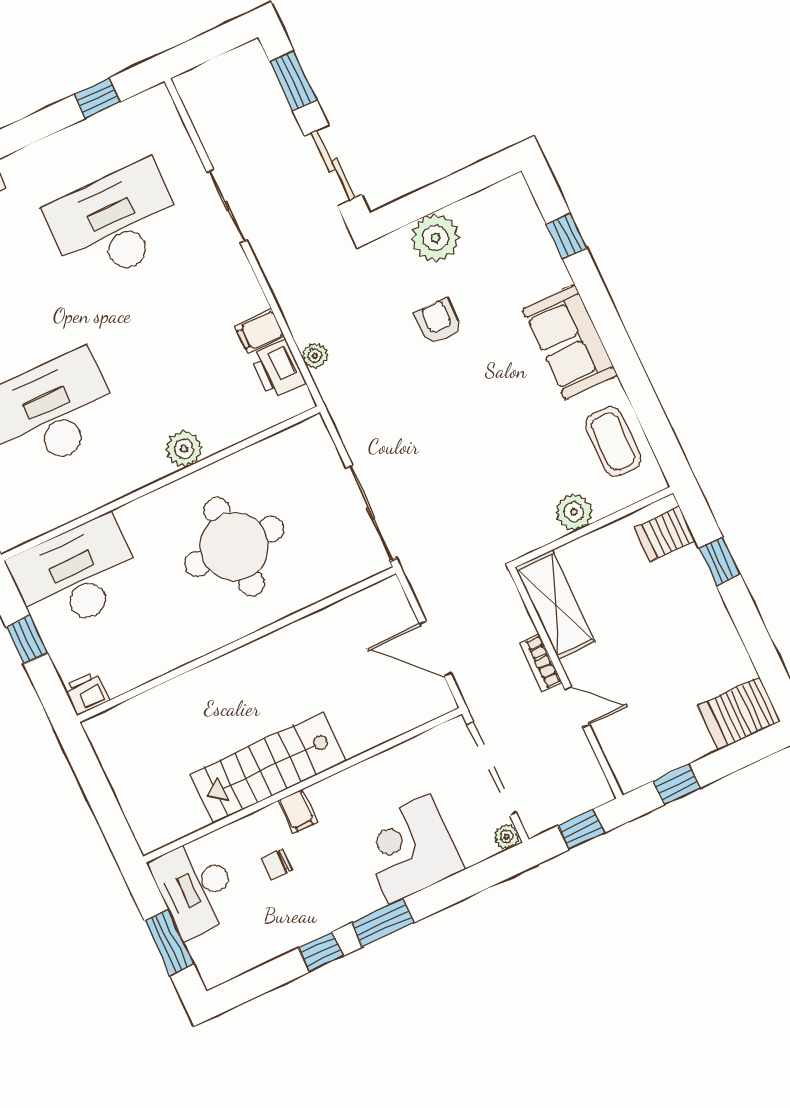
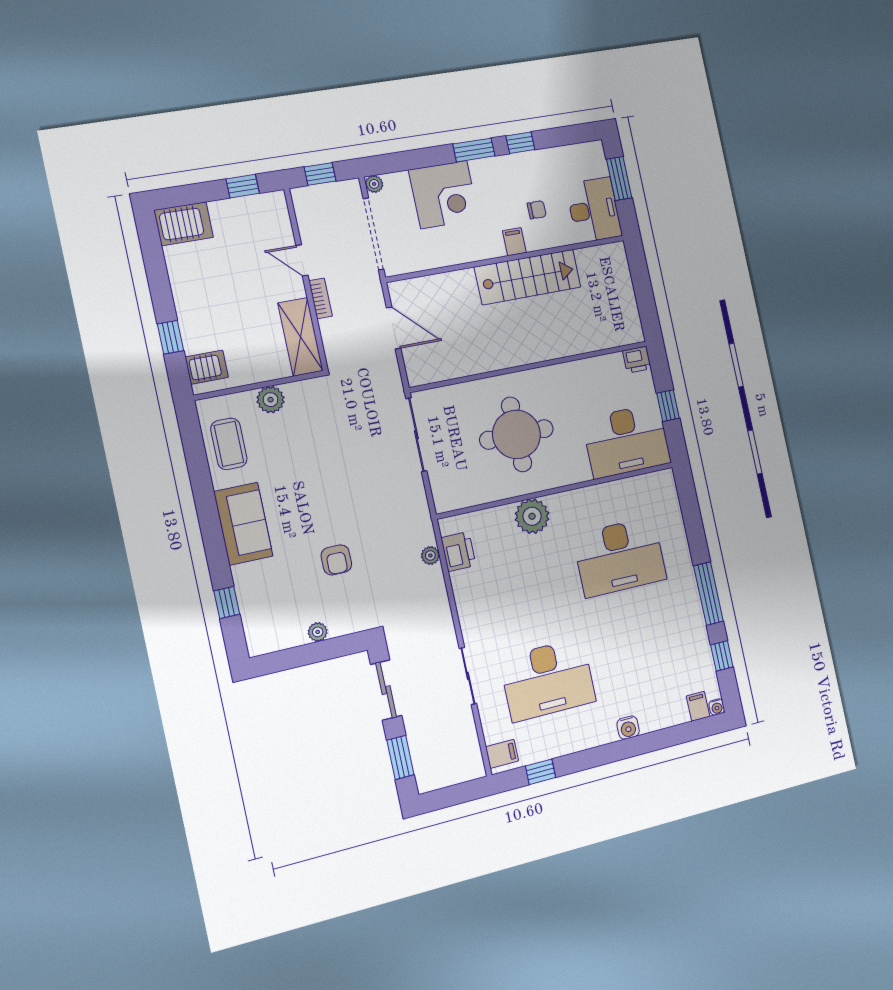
plant: (435, 238) -> (318, 632), width x0.53, depth x0.53
filing cabinet: (260, 331) -> (502, 754), moved
plant: (184, 449) -> (532, 516), width x1.36, depth x1.36

